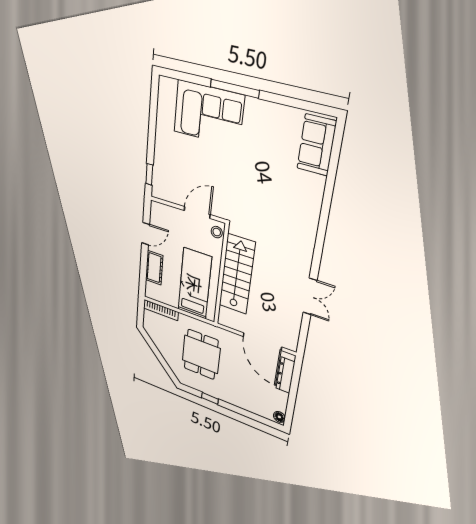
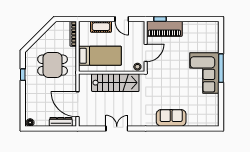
corner sofa: (209, 114) -> (204, 73), moved
sofa: (317, 145) -> (171, 118), moved
piano: (164, 172) -> (164, 29), added
door: (197, 213) -> (146, 53), hinge flipped
double door: (310, 297) -> (117, 128), swing flipped
door: (262, 342) -> (78, 104), hinge flipped

